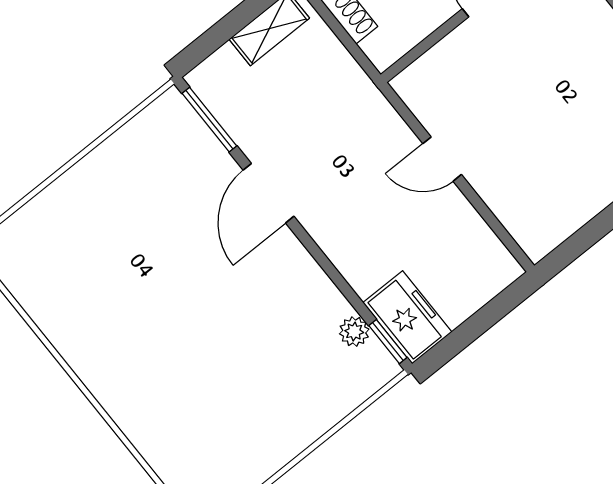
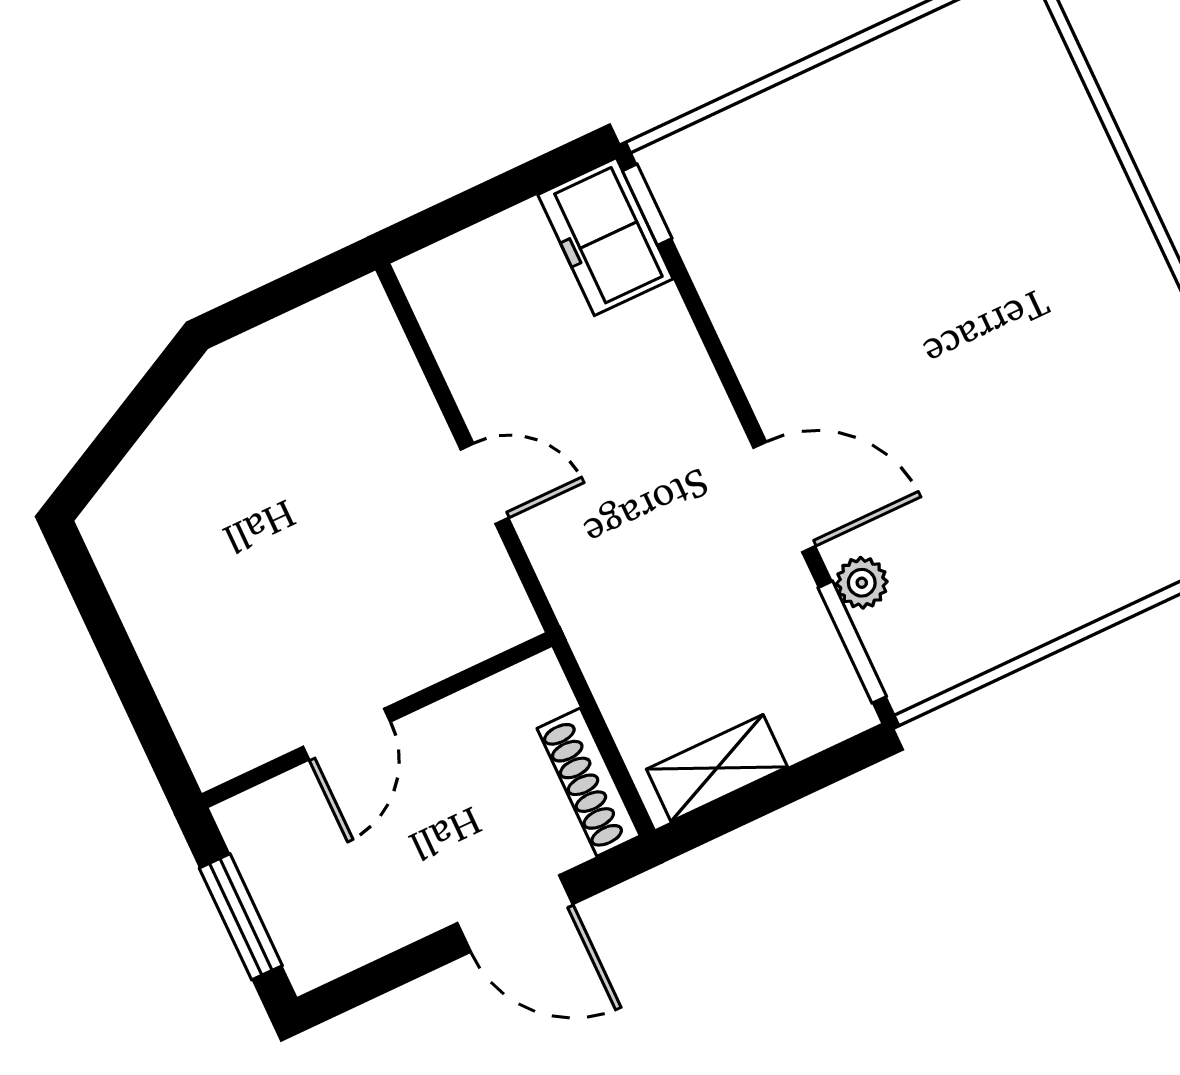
door: (269, 193) -> (784, 497), hinge flipped
plant: (354, 332) -> (862, 583), moved

